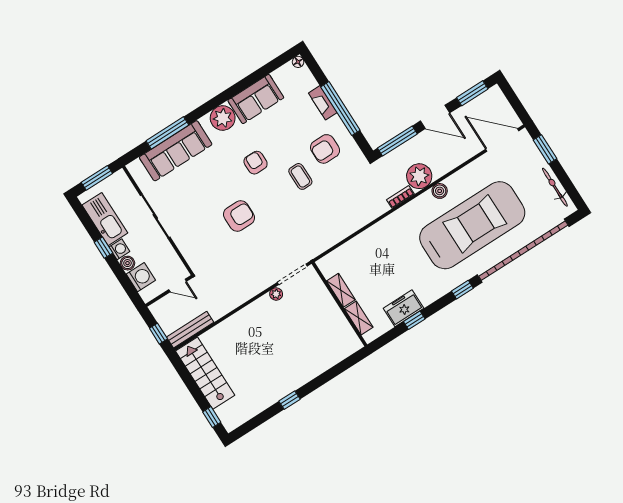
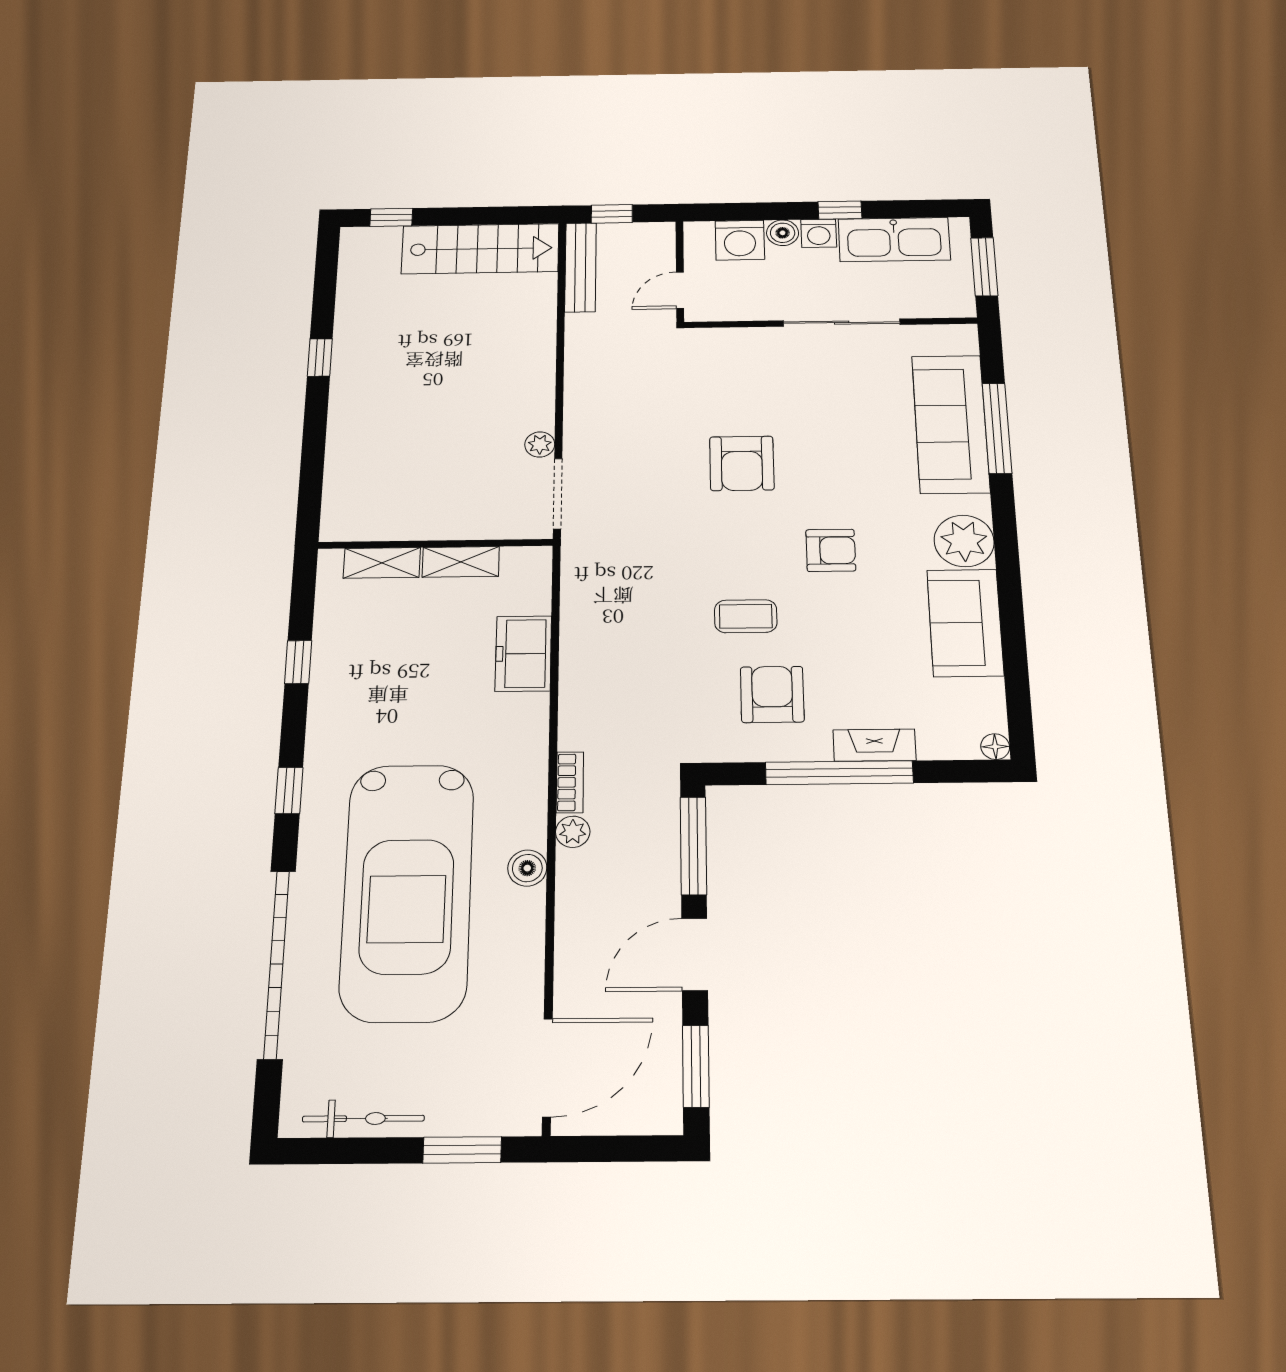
plant: (419, 176) -> (573, 832), width x0.53, depth x0.53
garage door: (523, 251) -> (277, 964), width x0.73
freezer: (403, 308) -> (523, 654), moved, turned 180

